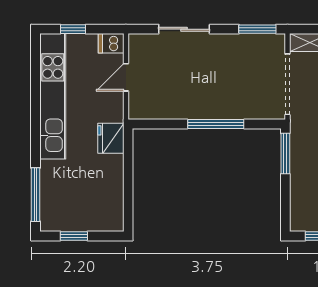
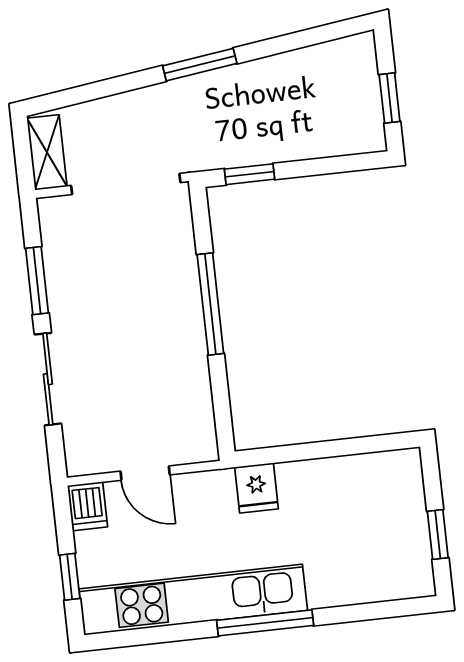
window: (257, 29) -> (37, 281), moved
fridge: (111, 138) -> (257, 488), width x0.72
window: (285, 154) -> (250, 174), width x0.67
window: (35, 195) -> (265, 623), moved

